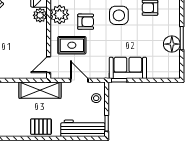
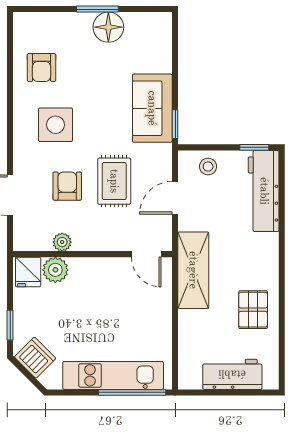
plant: (60, 15) -> (62, 242), width x0.53, depth x0.53
rug: (72, 45) -> (114, 181), moved
pallet: (41, 127) -> (253, 310), moved

